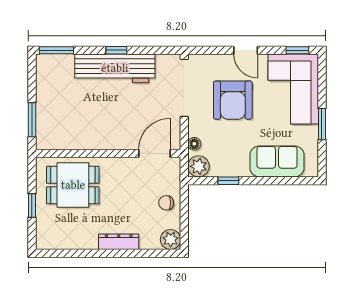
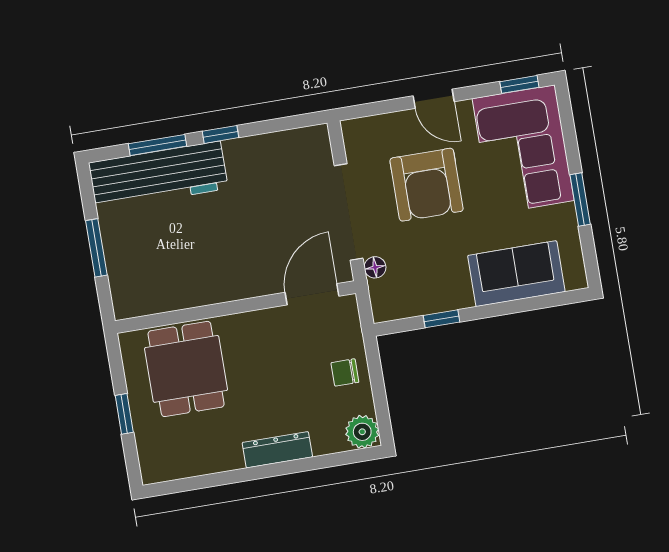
window: (56, 50) -> (158, 145), moved
workbench: (115, 68) -> (158, 176), moved
doorway: (184, 88) -> (349, 212), moved
window: (32, 120) -> (96, 248), moved
plant: (198, 166) -> (388, 303), removed
dining table: (73, 185) -> (186, 369), turned 90

